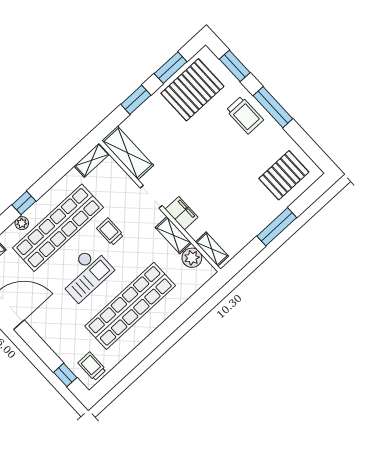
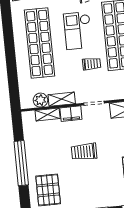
trolley: (245, 115) -> (84, 152), moved
window: (277, 227) -> (21, 163), width x1.46
shelving: (212, 249) -> (48, 114), moved

